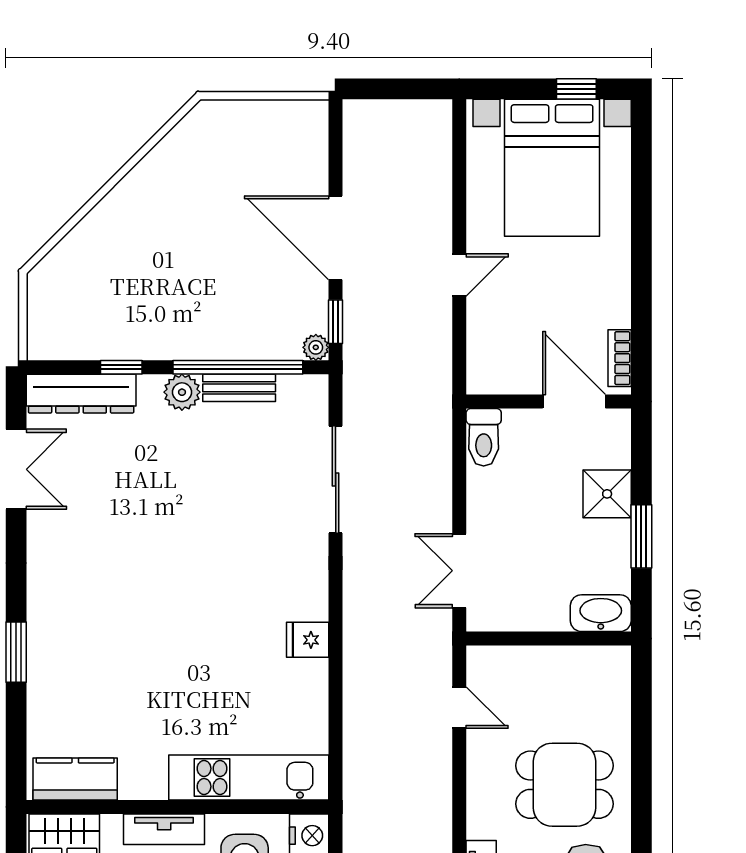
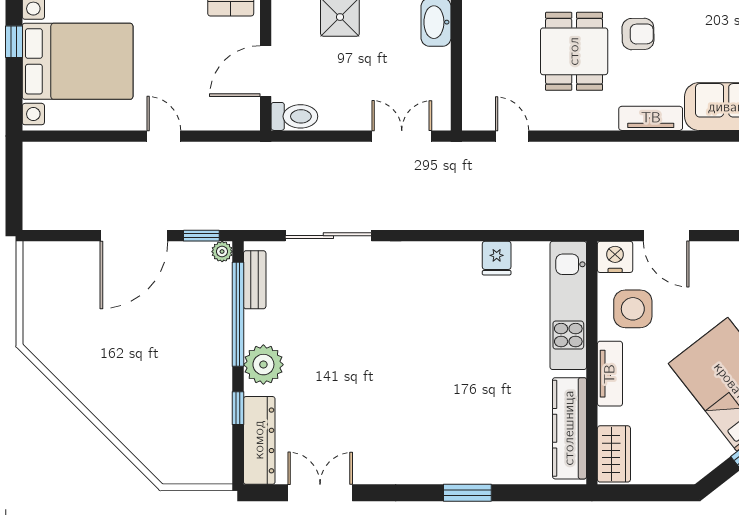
bench: (239, 388) -> (255, 280), moved
plant: (182, 392) -> (263, 365), width x1.36, depth x1.36
door: (574, 402) -> (266, 71), moved
double door: (459, 571) -> (402, 136), swing flipped
fridge: (308, 640) -> (497, 258), moved
door: (459, 708) -> (512, 136), hinge flipped
kitchen counter: (75, 779) -> (569, 428), width x1.50

